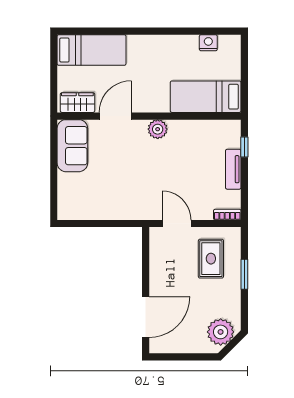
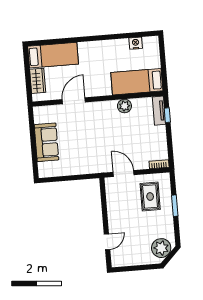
wardrobe: (77, 103) -> (38, 81), moved, turned 90
plant: (158, 129) -> (124, 106), moved
sofa: (72, 146) -> (46, 142), moved
tv unit: (233, 169) -> (159, 111), moved
door: (146, 317) -> (107, 242), width x0.53

